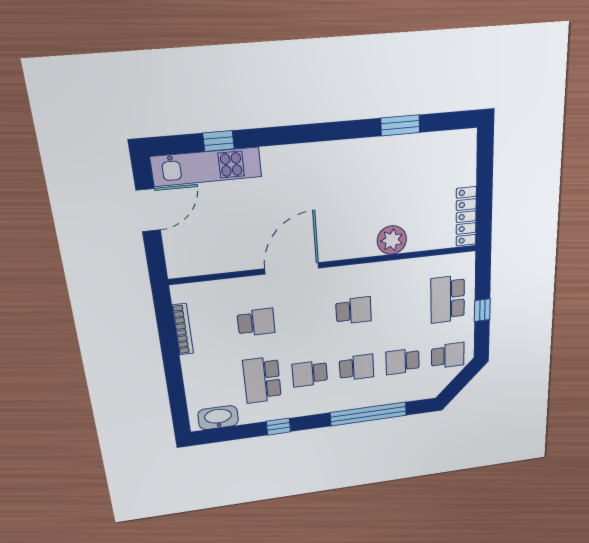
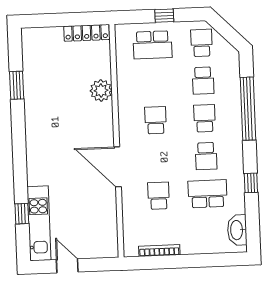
door: (148, 210) -> (67, 266), width x0.73
school desk: (262, 380) -> (208, 194), turned 180

